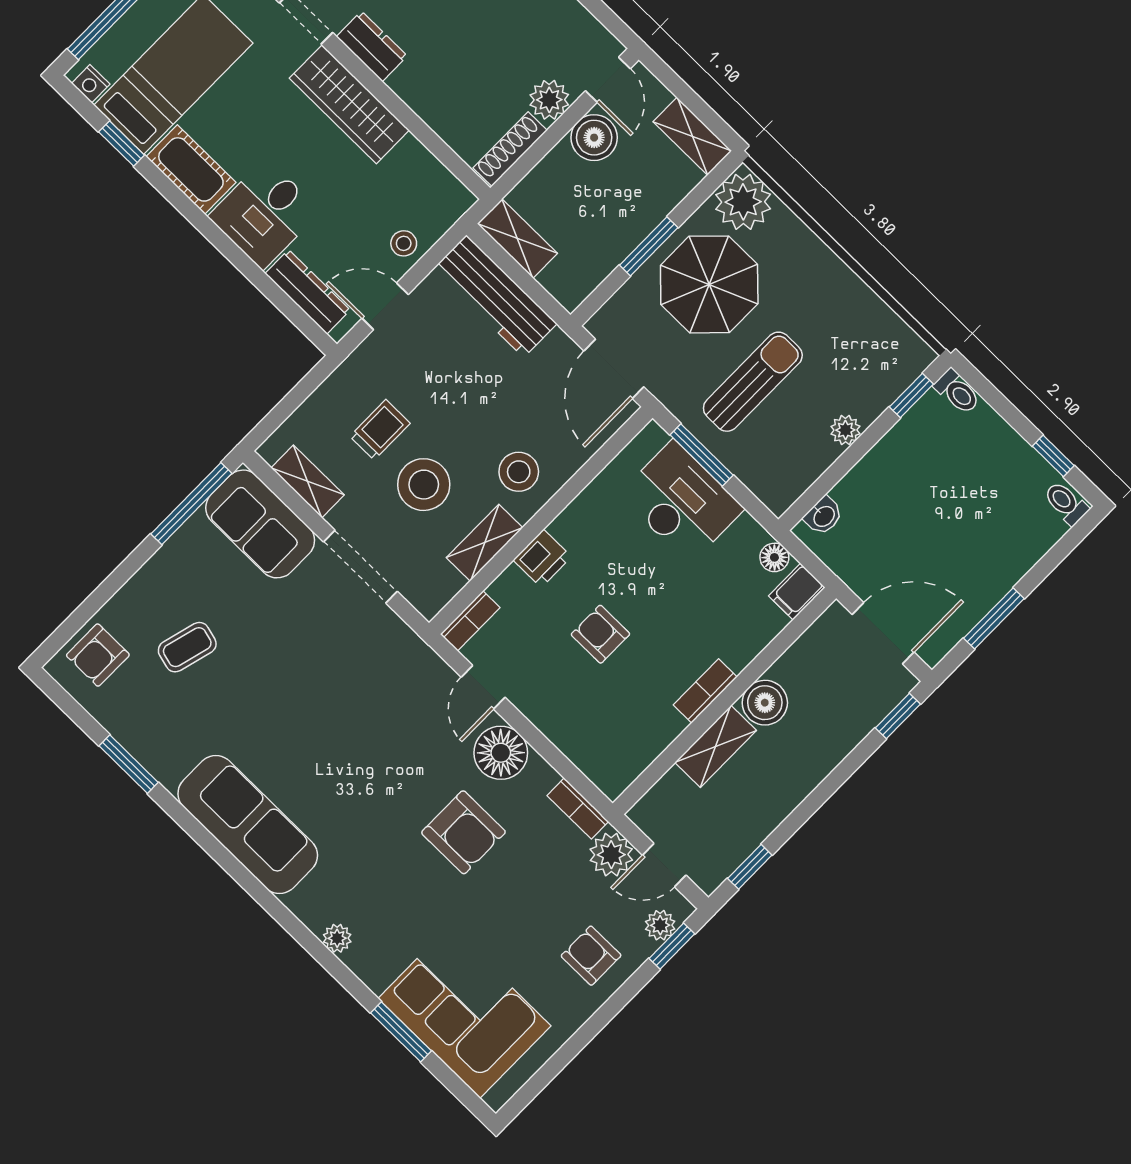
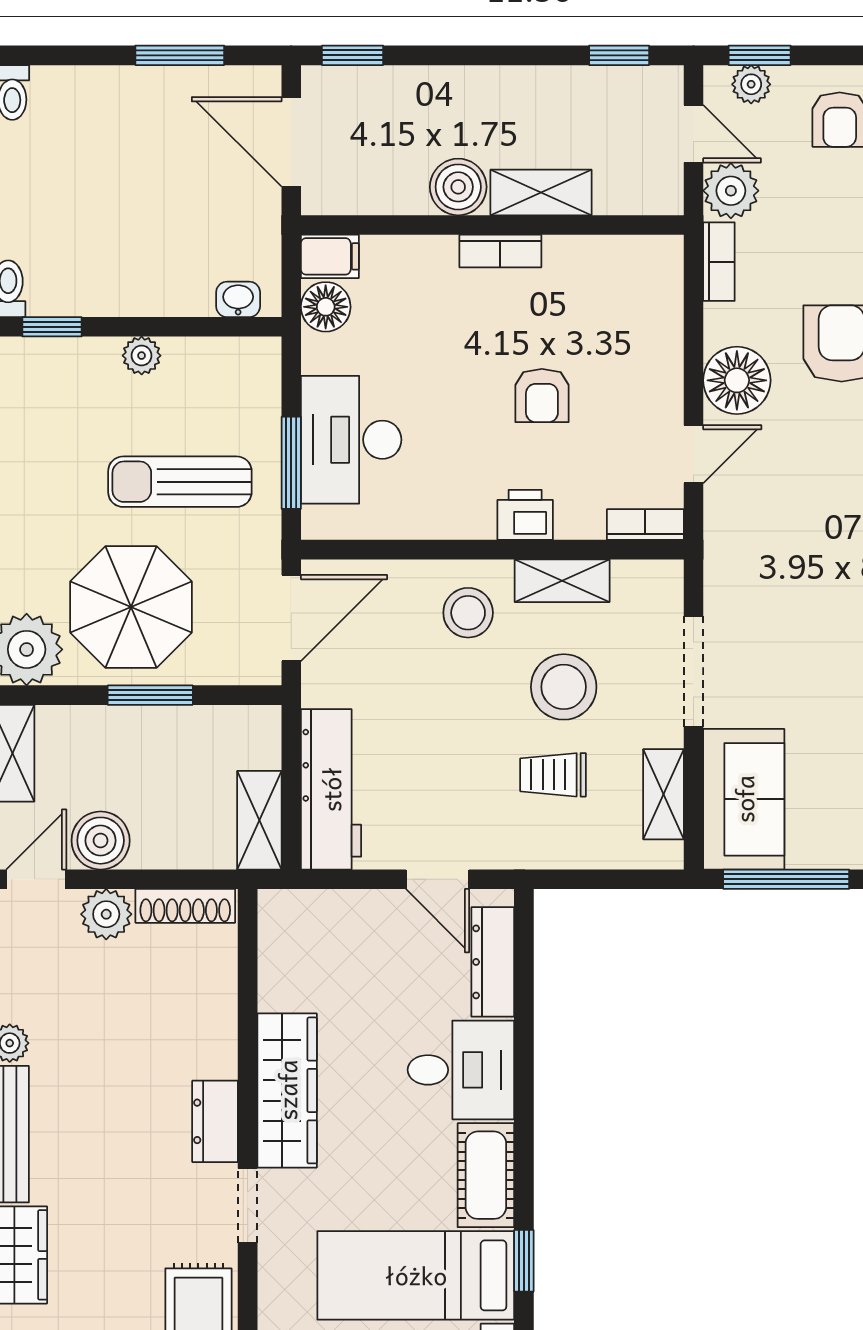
stool: (404, 243) -> (364, 918), removed
floor lamp: (774, 557) -> (326, 307), width x1.37, depth x1.37

